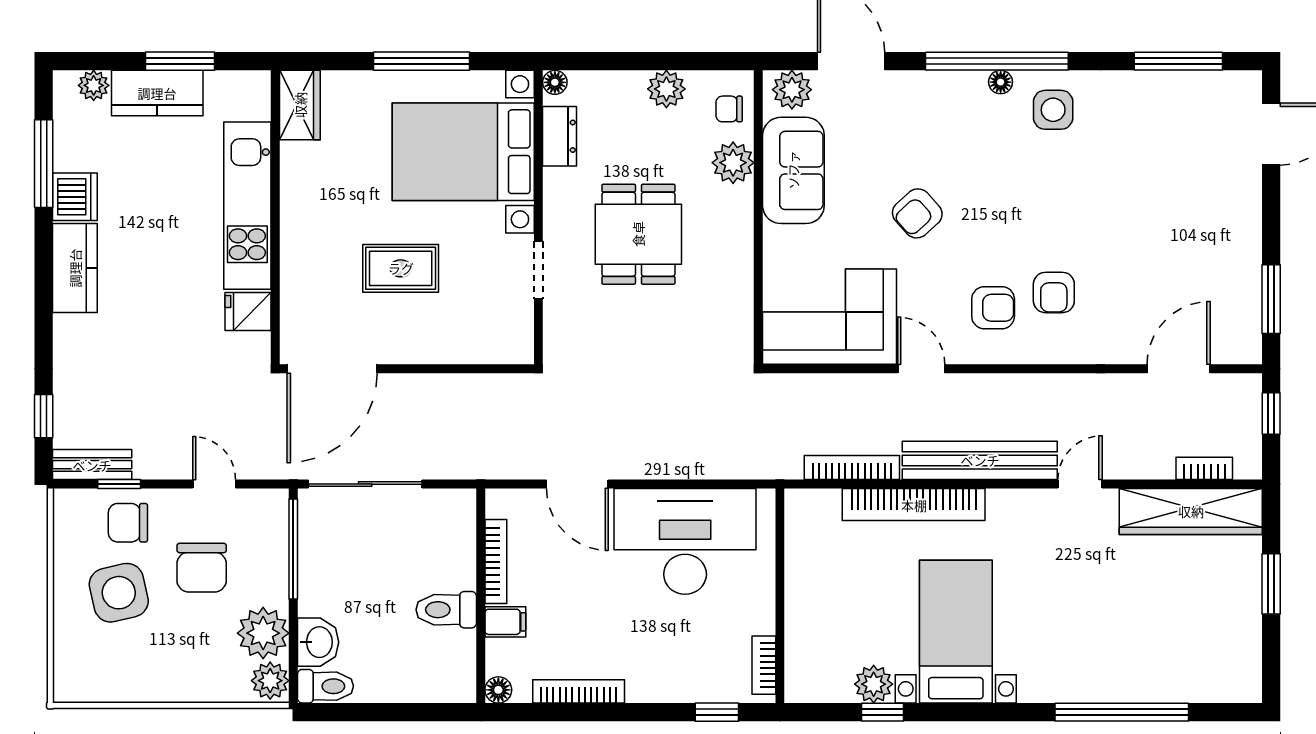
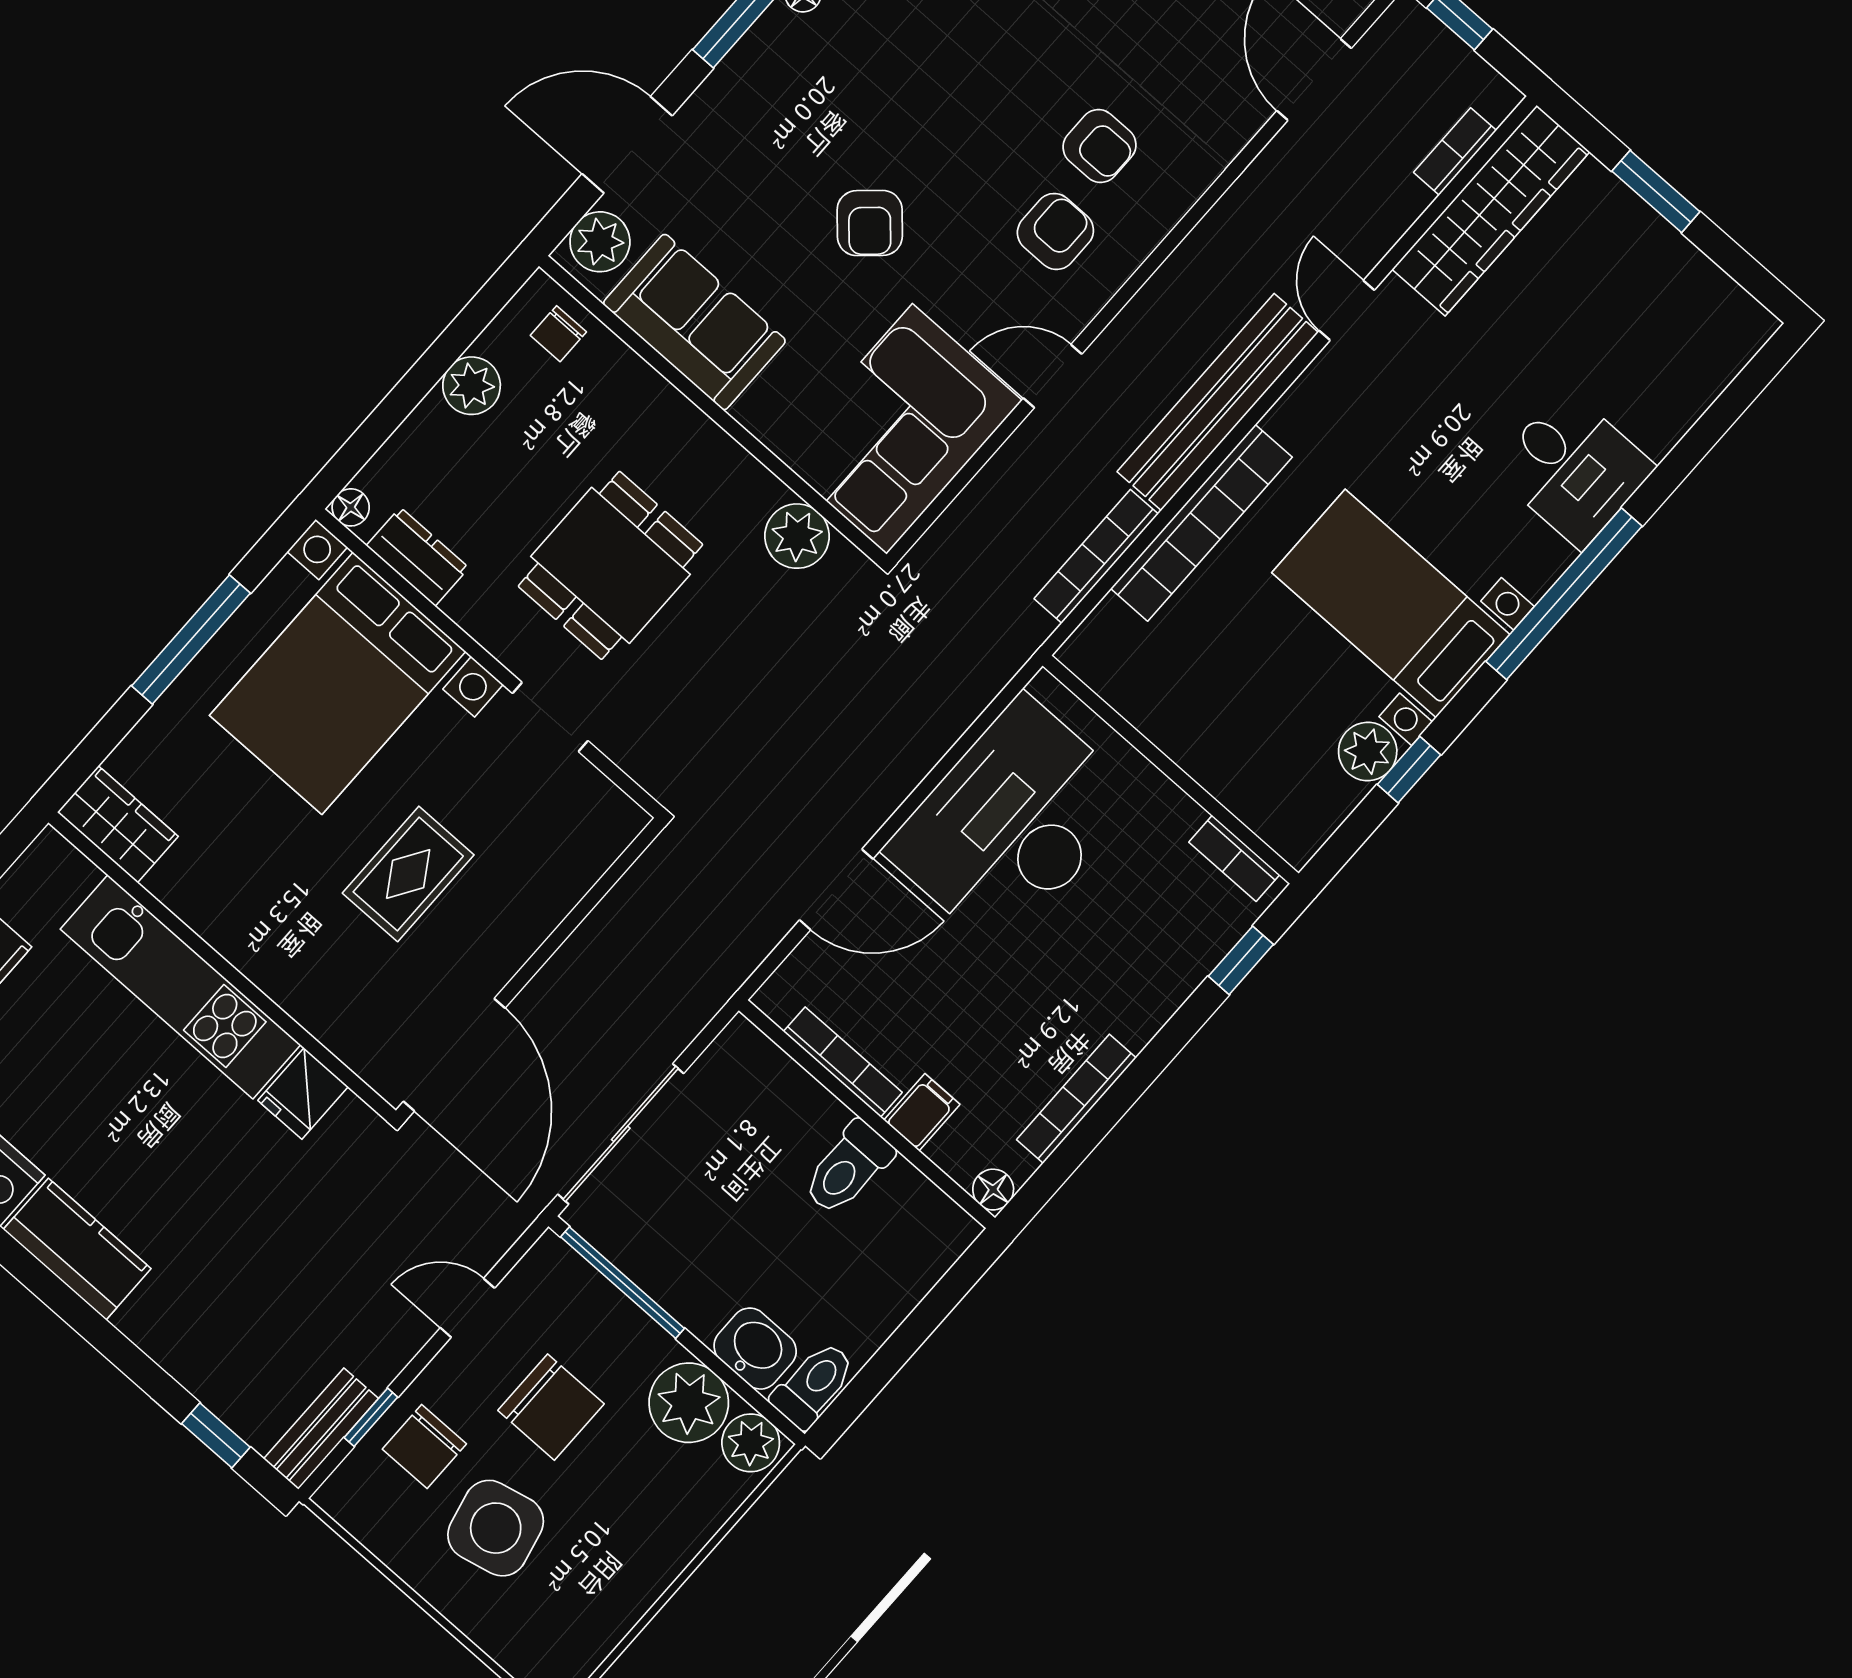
plant: (733, 163) -> (797, 536), moved
dining table: (638, 234) -> (610, 565), turned 90
desk: (1100, 663) -> (1573, 468), added
window: (1122, 712) -> (1564, 594), moved

